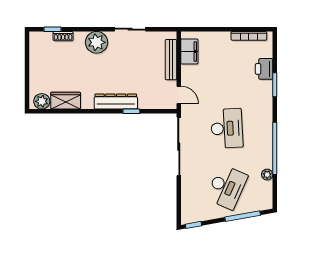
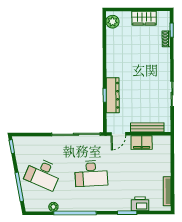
plant: (97, 42) -> (161, 66), removed
filing cabinet: (189, 52) -> (142, 143), moved
wardrobe: (66, 101) -> (144, 18), moved, turned 90
dresser: (116, 102) -> (113, 95), moved

